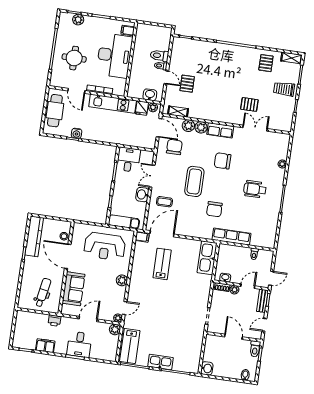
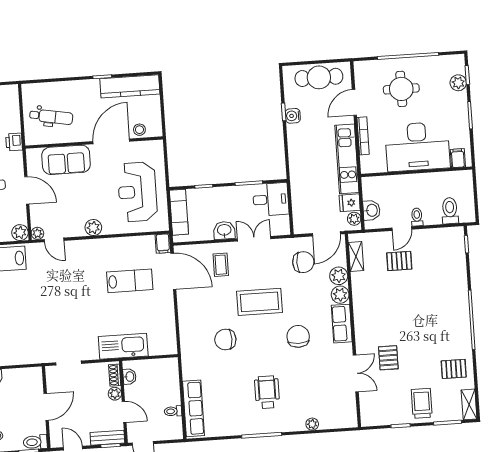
toilet: (159, 56) -> (450, 211), moved
row of seats: (231, 237) -> (193, 408), moved
kitchen sink: (207, 258) -> (123, 346), moved

